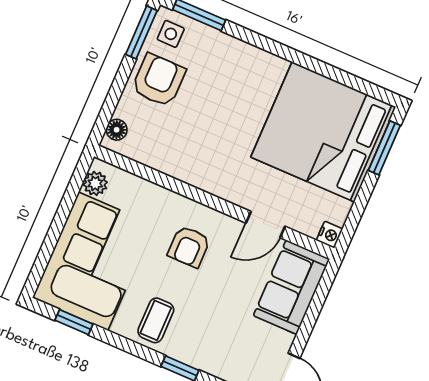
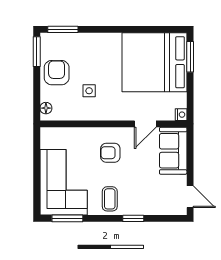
side table: (171, 34) -> (89, 91), moved
plant: (95, 183) -> (47, 141), removed
armchair: (189, 247) -> (110, 153), turned 90
window: (74, 322) -> (67, 218), width x1.50

